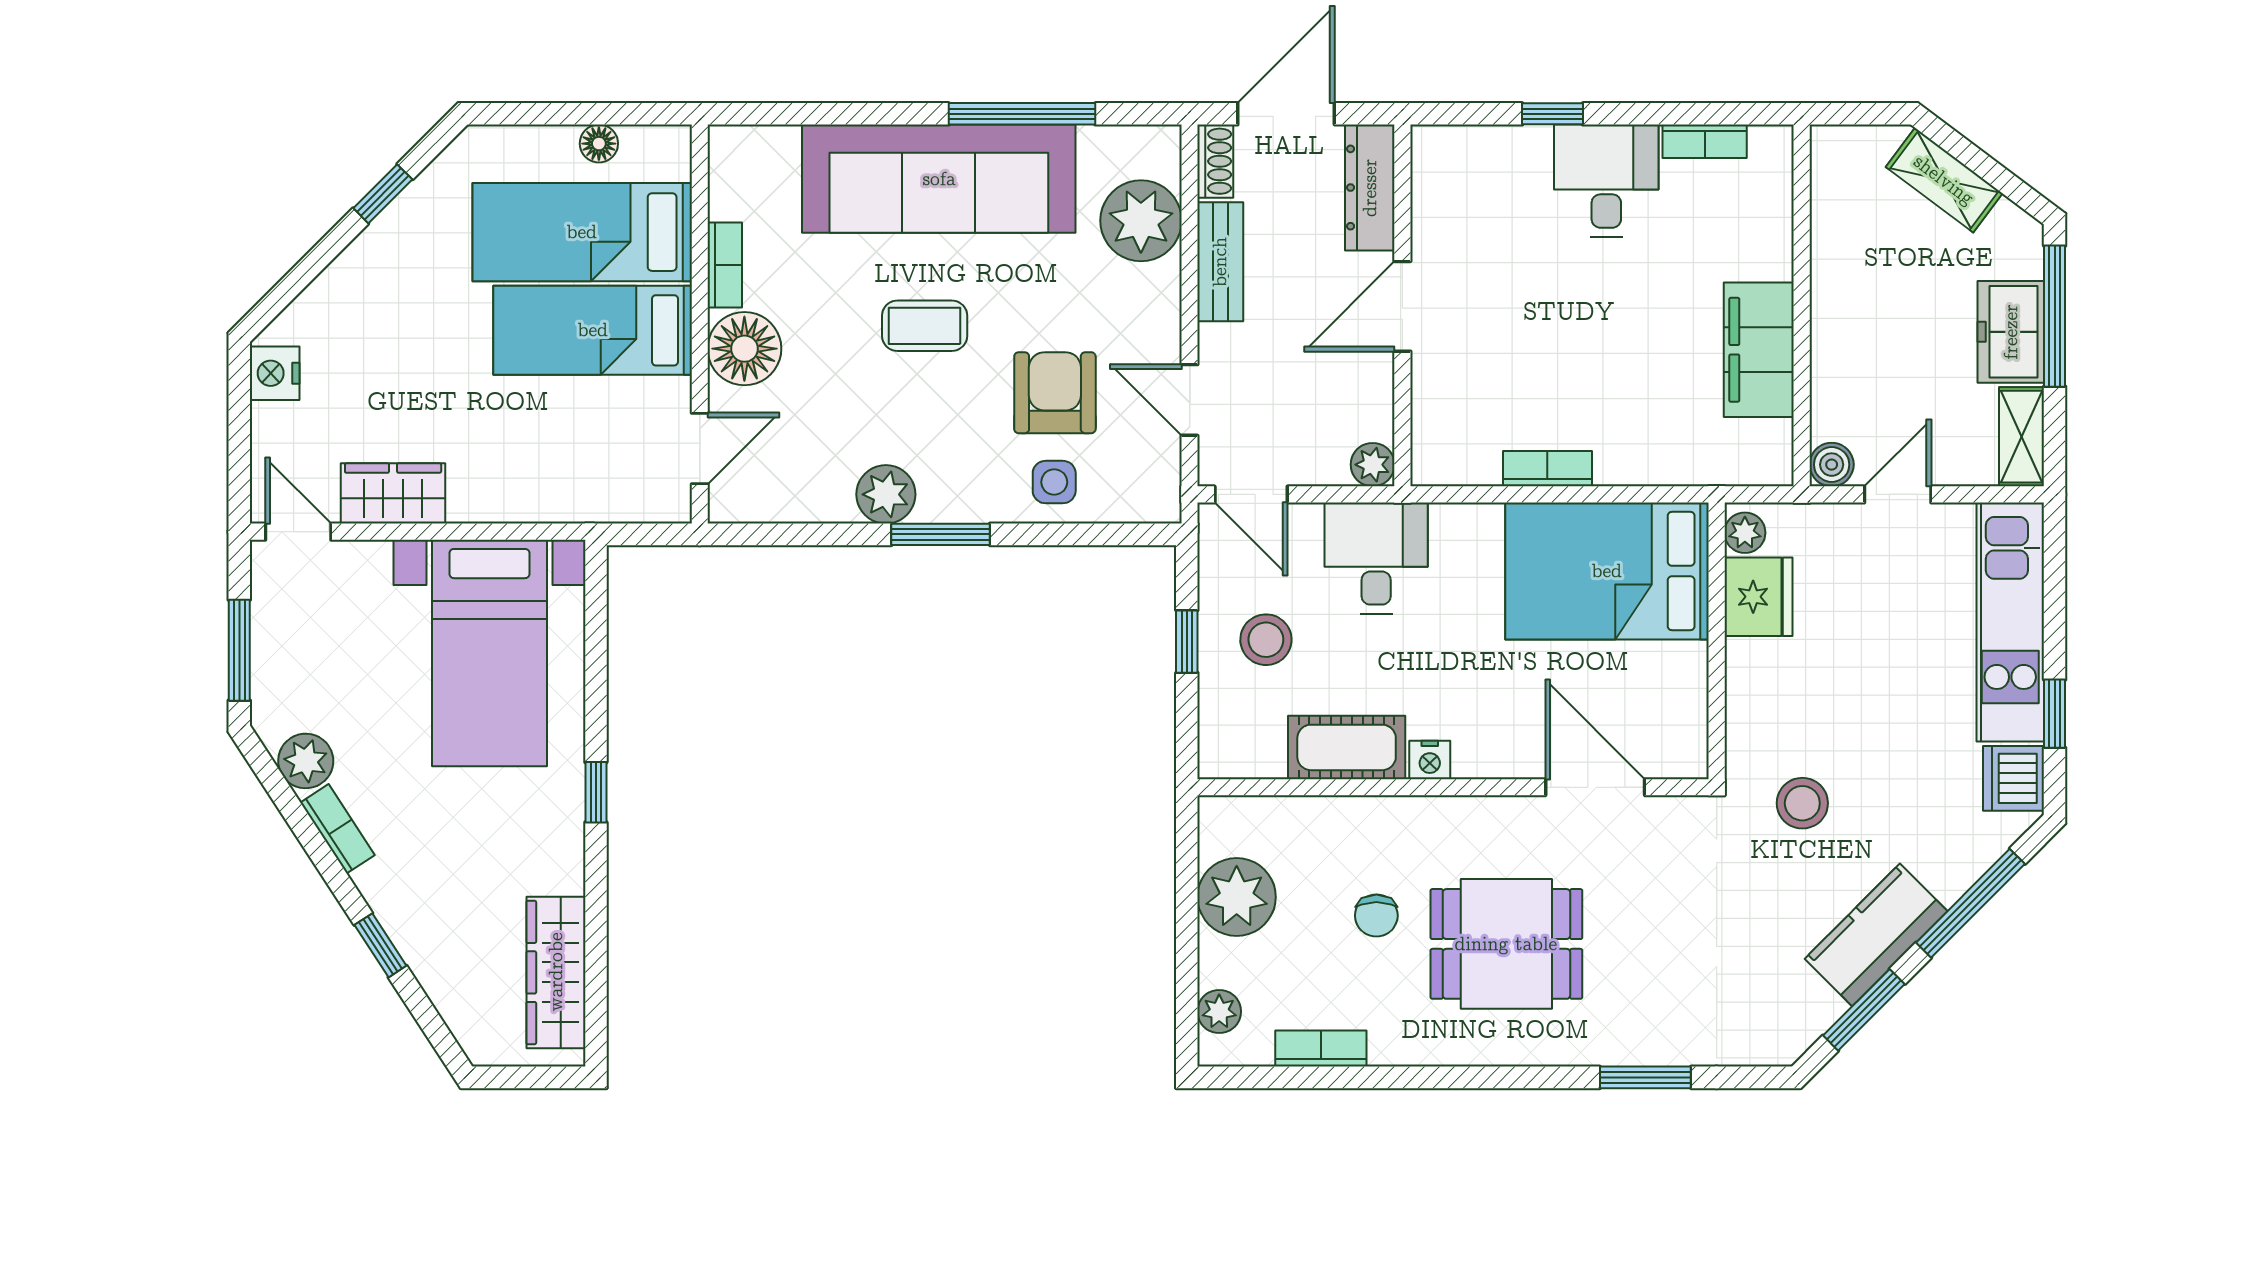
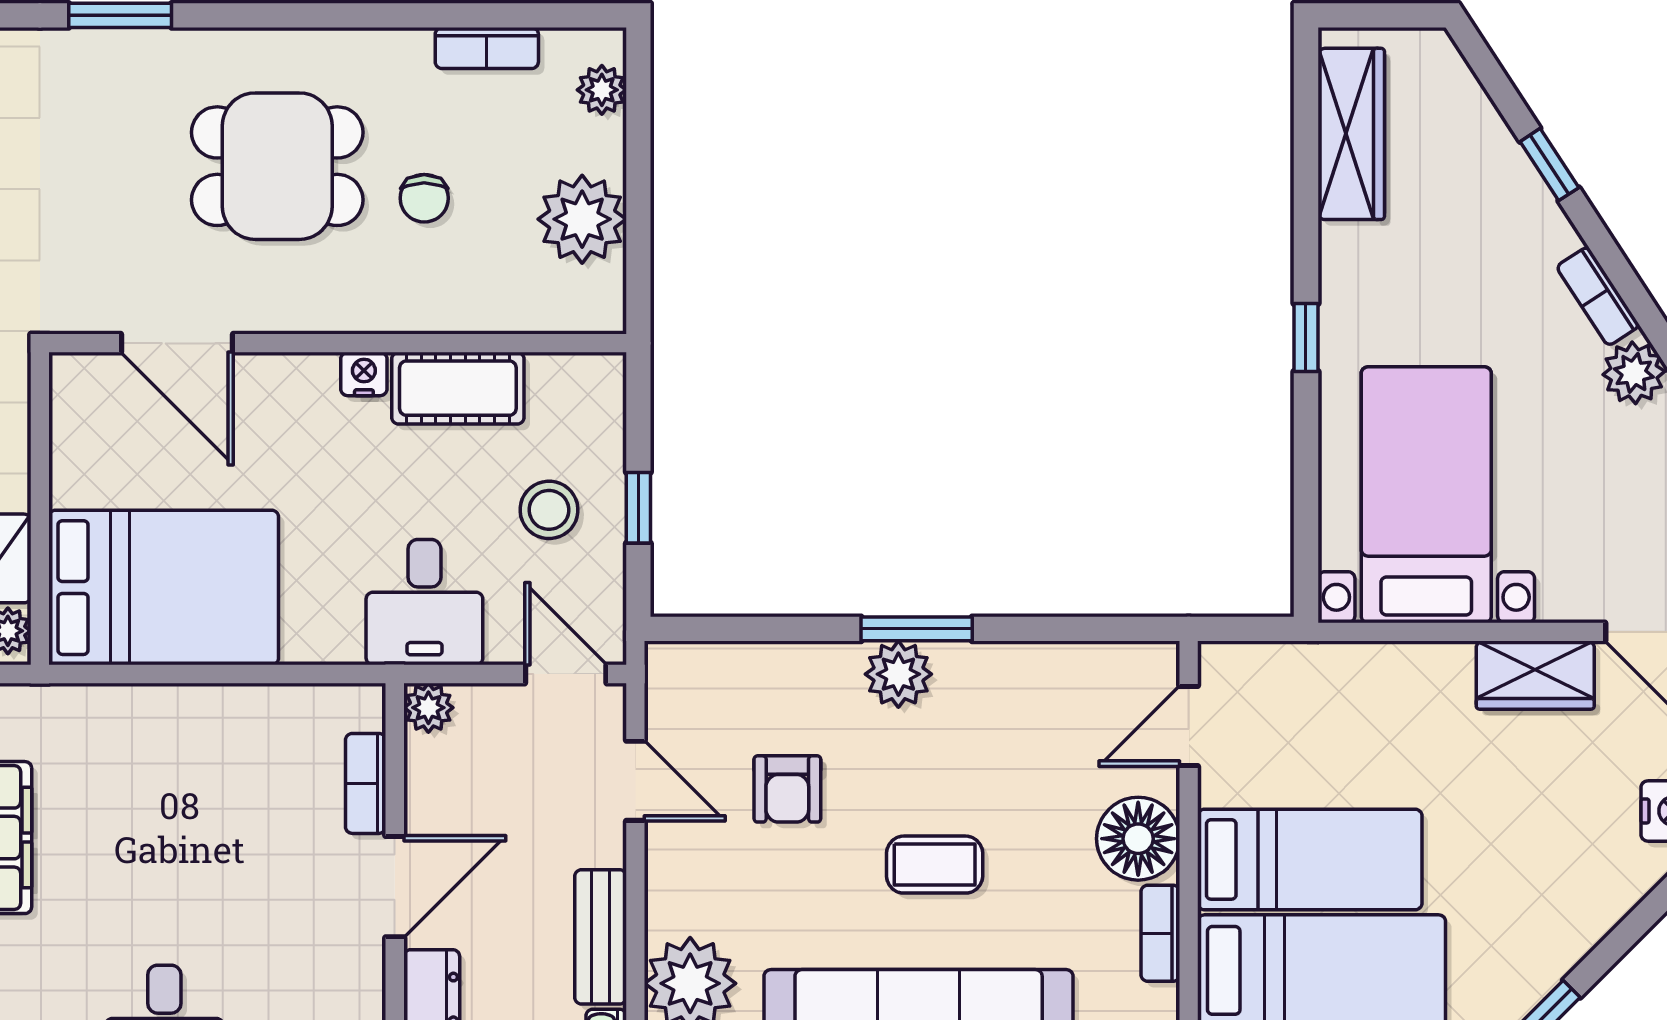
armchair: (1055, 393) -> (787, 789), width x0.72, depth x0.72
bookcase: (1547, 469) -> (366, 783), moved, turned 90
side table: (1054, 482) -> (788, 688), removed
plant: (886, 494) -> (898, 674), moved
chair: (1376, 916) -> (424, 198), turned 180

